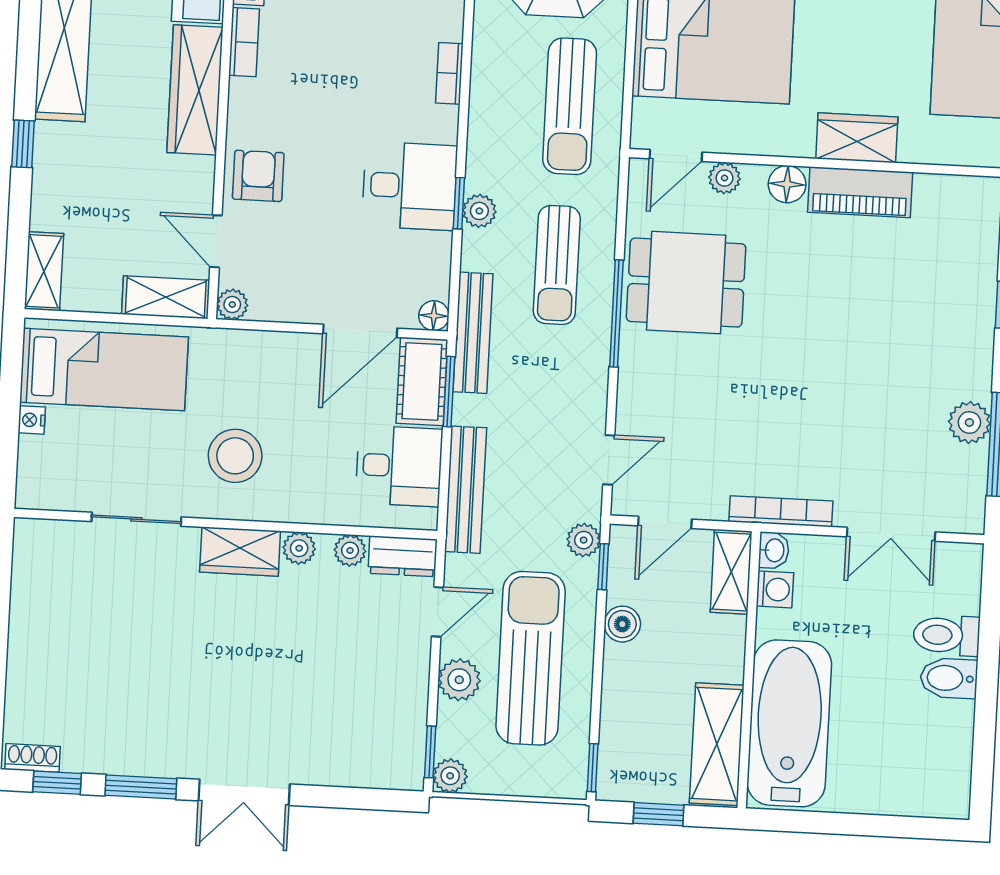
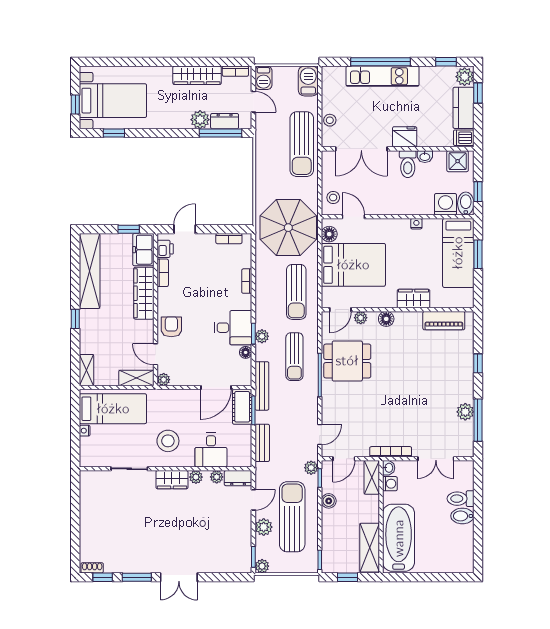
piano: (860, 192) -> (444, 321), moved
floor lamp: (434, 316) -> (246, 352), moved
desk: (399, 466) -> (211, 450), moved, turned 90
bench: (466, 490) -> (262, 443), width x0.73

